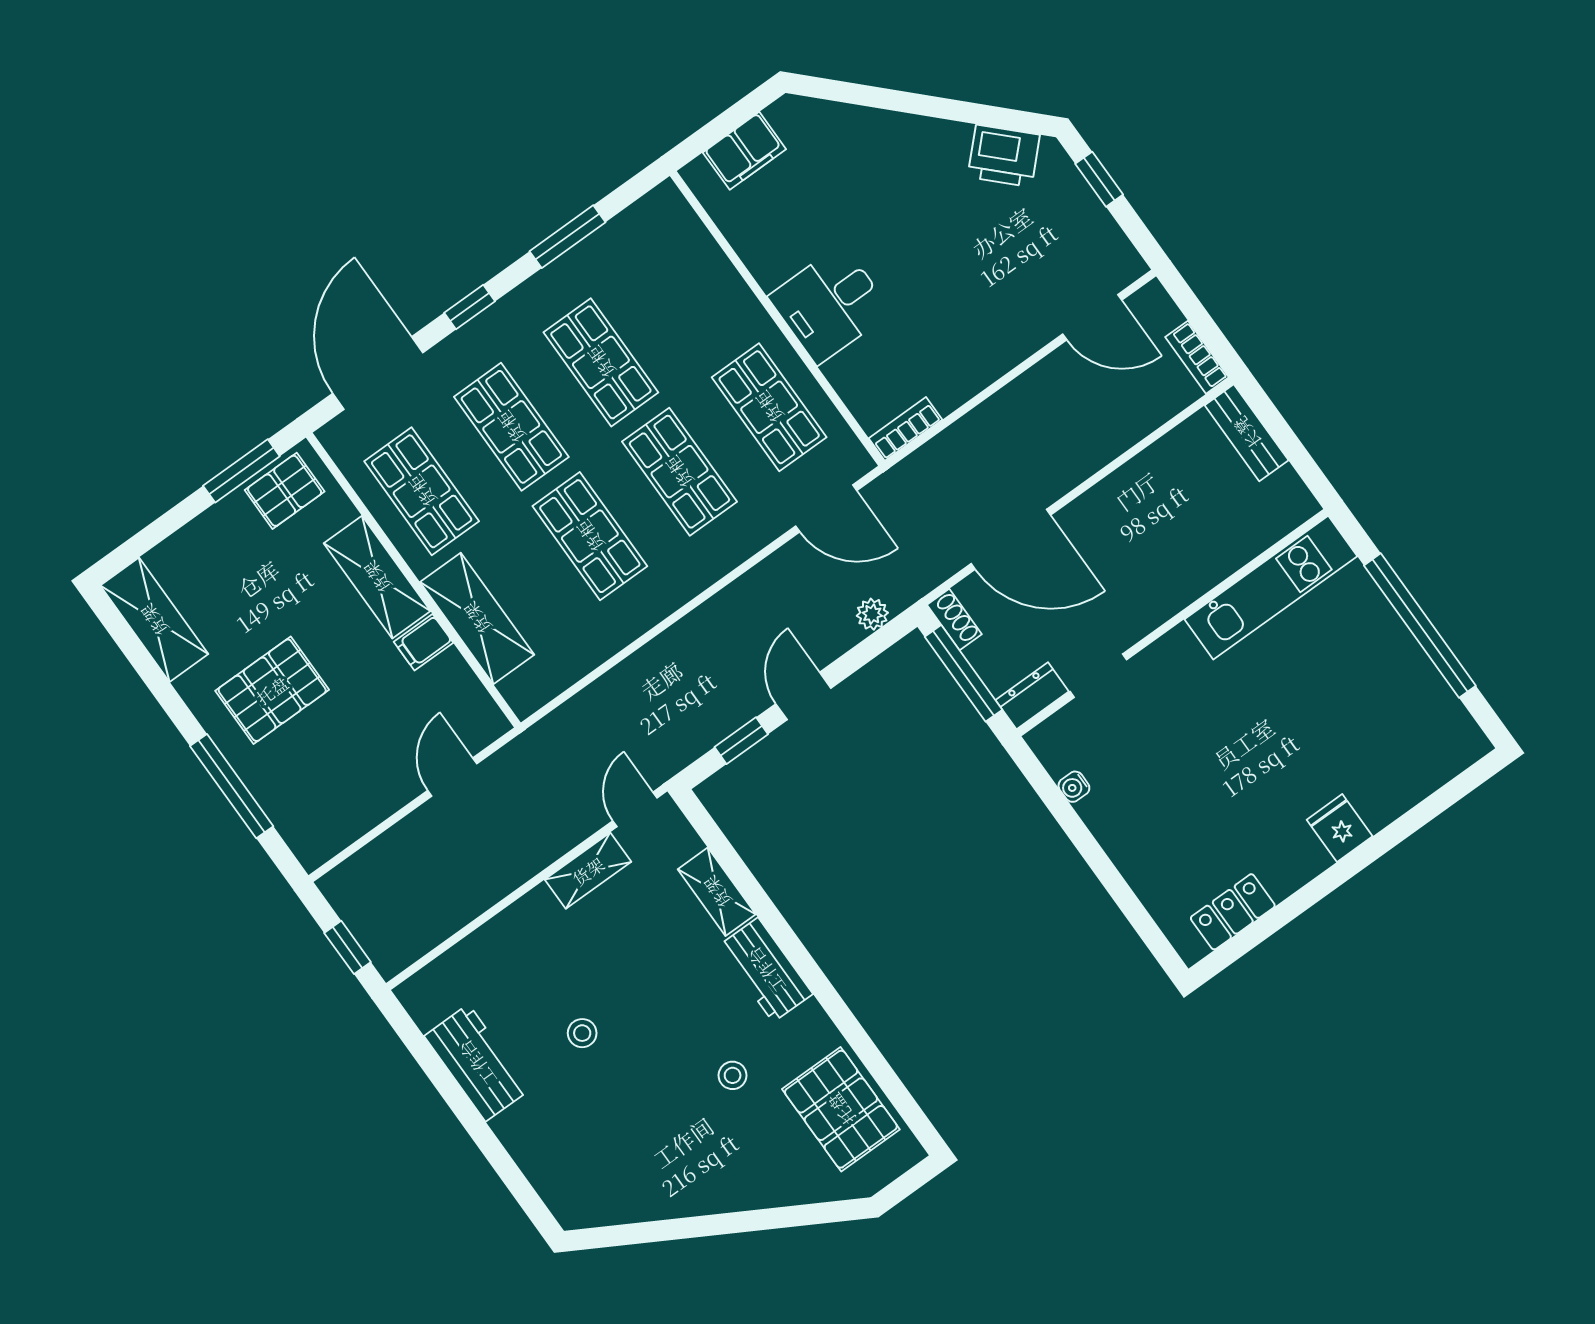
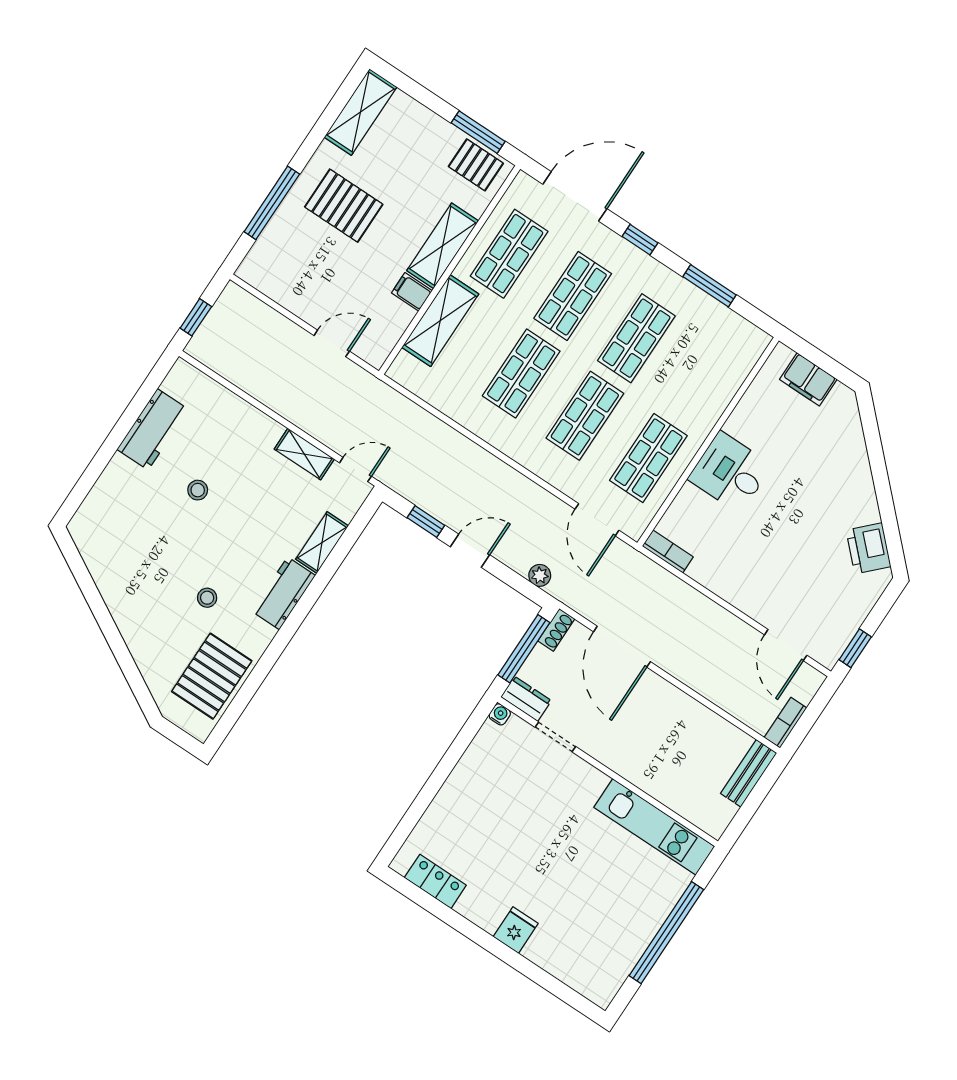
window: (1099, 179) -> (855, 648), moved
water cooler: (1074, 787) -> (500, 714), moved, turned 90

